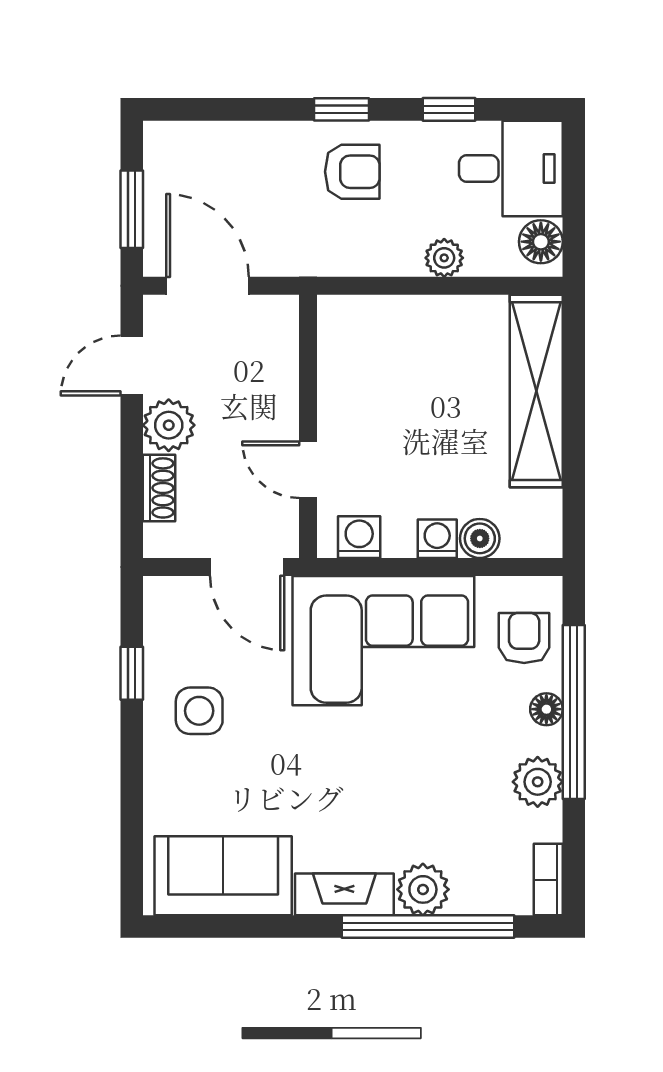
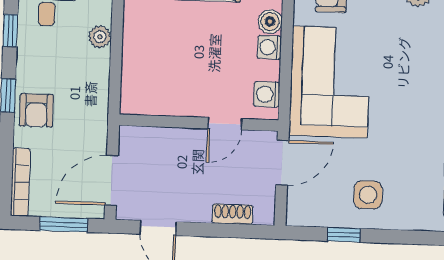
bookcase: (199, 135) -> (20, 182), added
armchair: (352, 172) -> (36, 110), moved, turned 180
plant: (169, 425) -> (195, 207), removed

